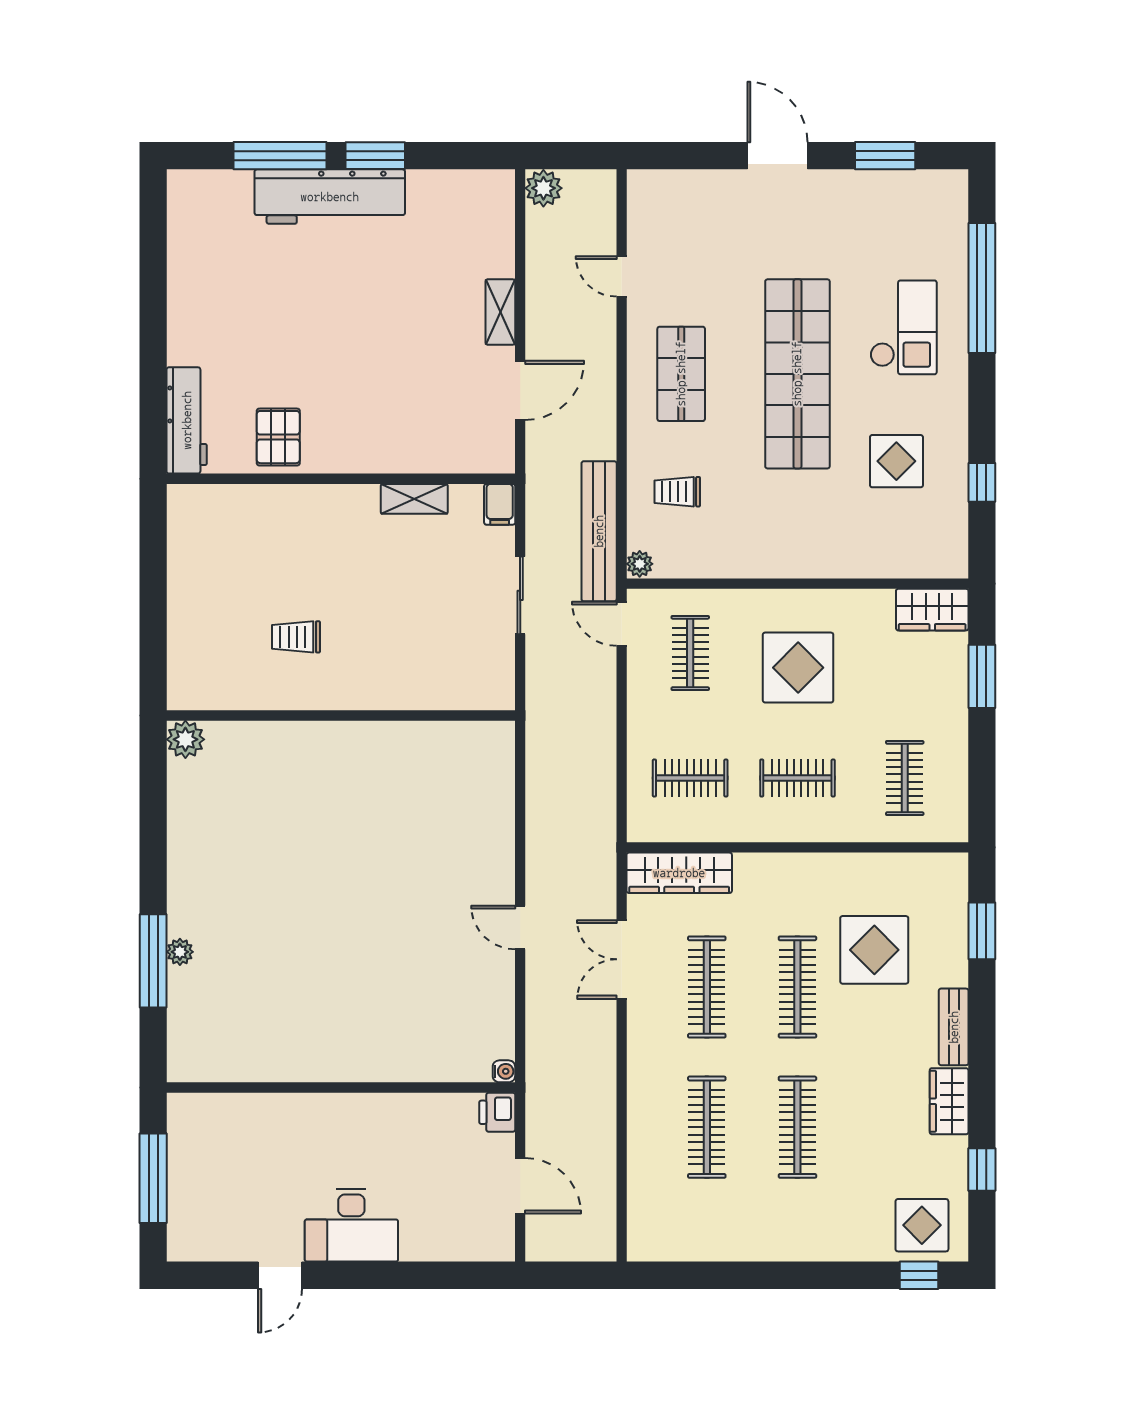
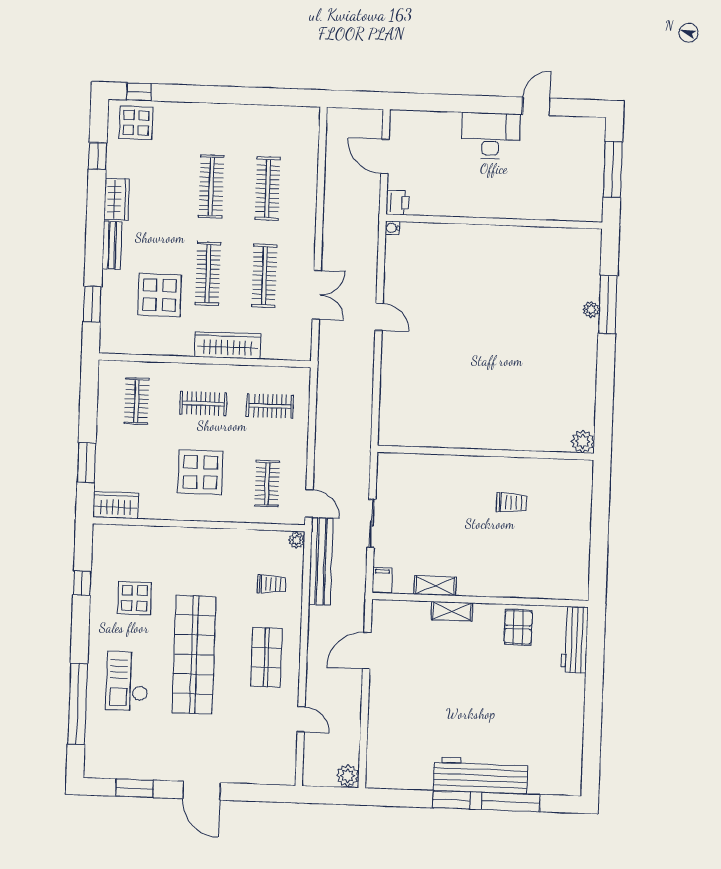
shelving: (500, 312) -> (452, 611), moved, turned 90
wardrobe: (679, 873) -> (228, 345), moved

